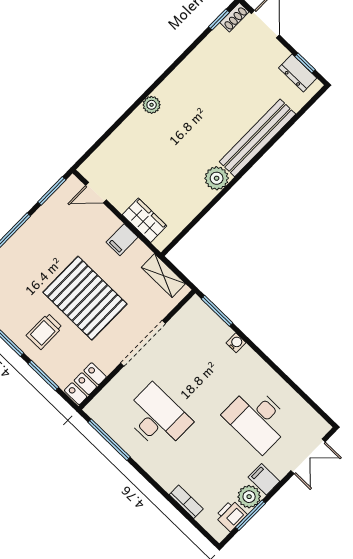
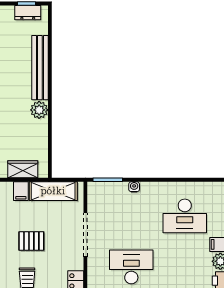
shelving: (163, 275) -> (53, 191), width x1.50, depth x1.33
pallet: (85, 298) -> (31, 241), width x0.49, depth x0.50

